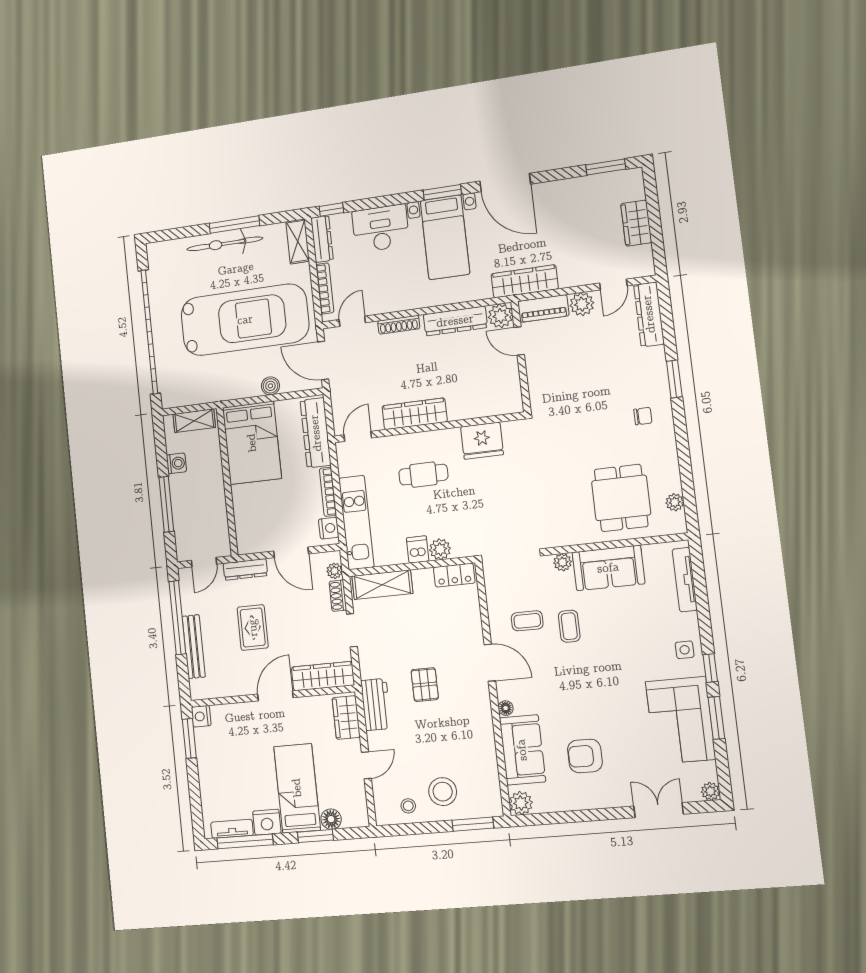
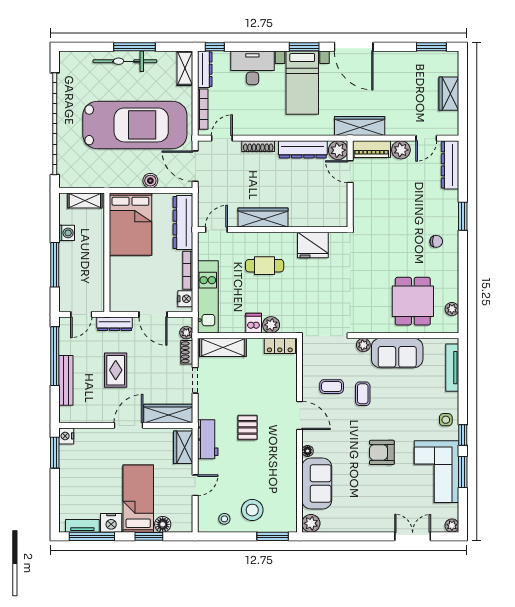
armchair: (585, 756) -> (382, 452), moved

